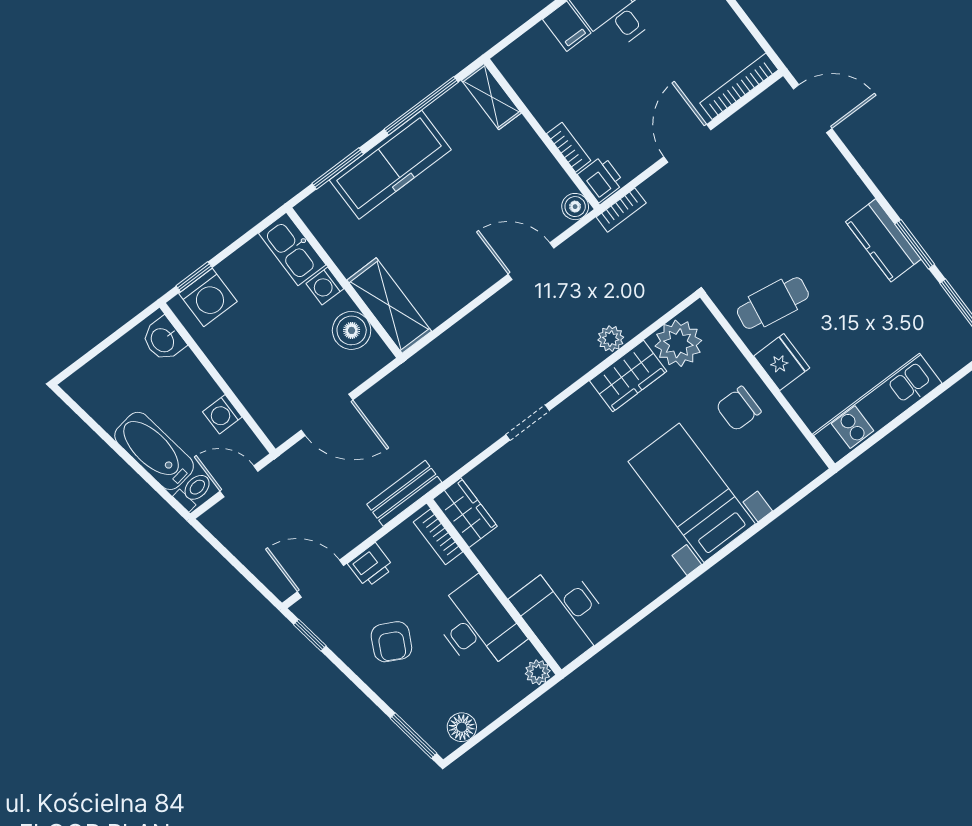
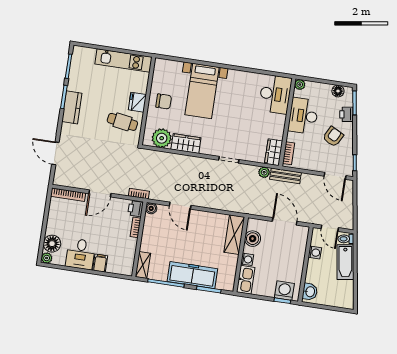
door: (813, 109) -> (55, 153), moved
plant: (611, 339) -> (264, 172), moved
printer: (371, 565) -> (346, 114), moved, turned -99

